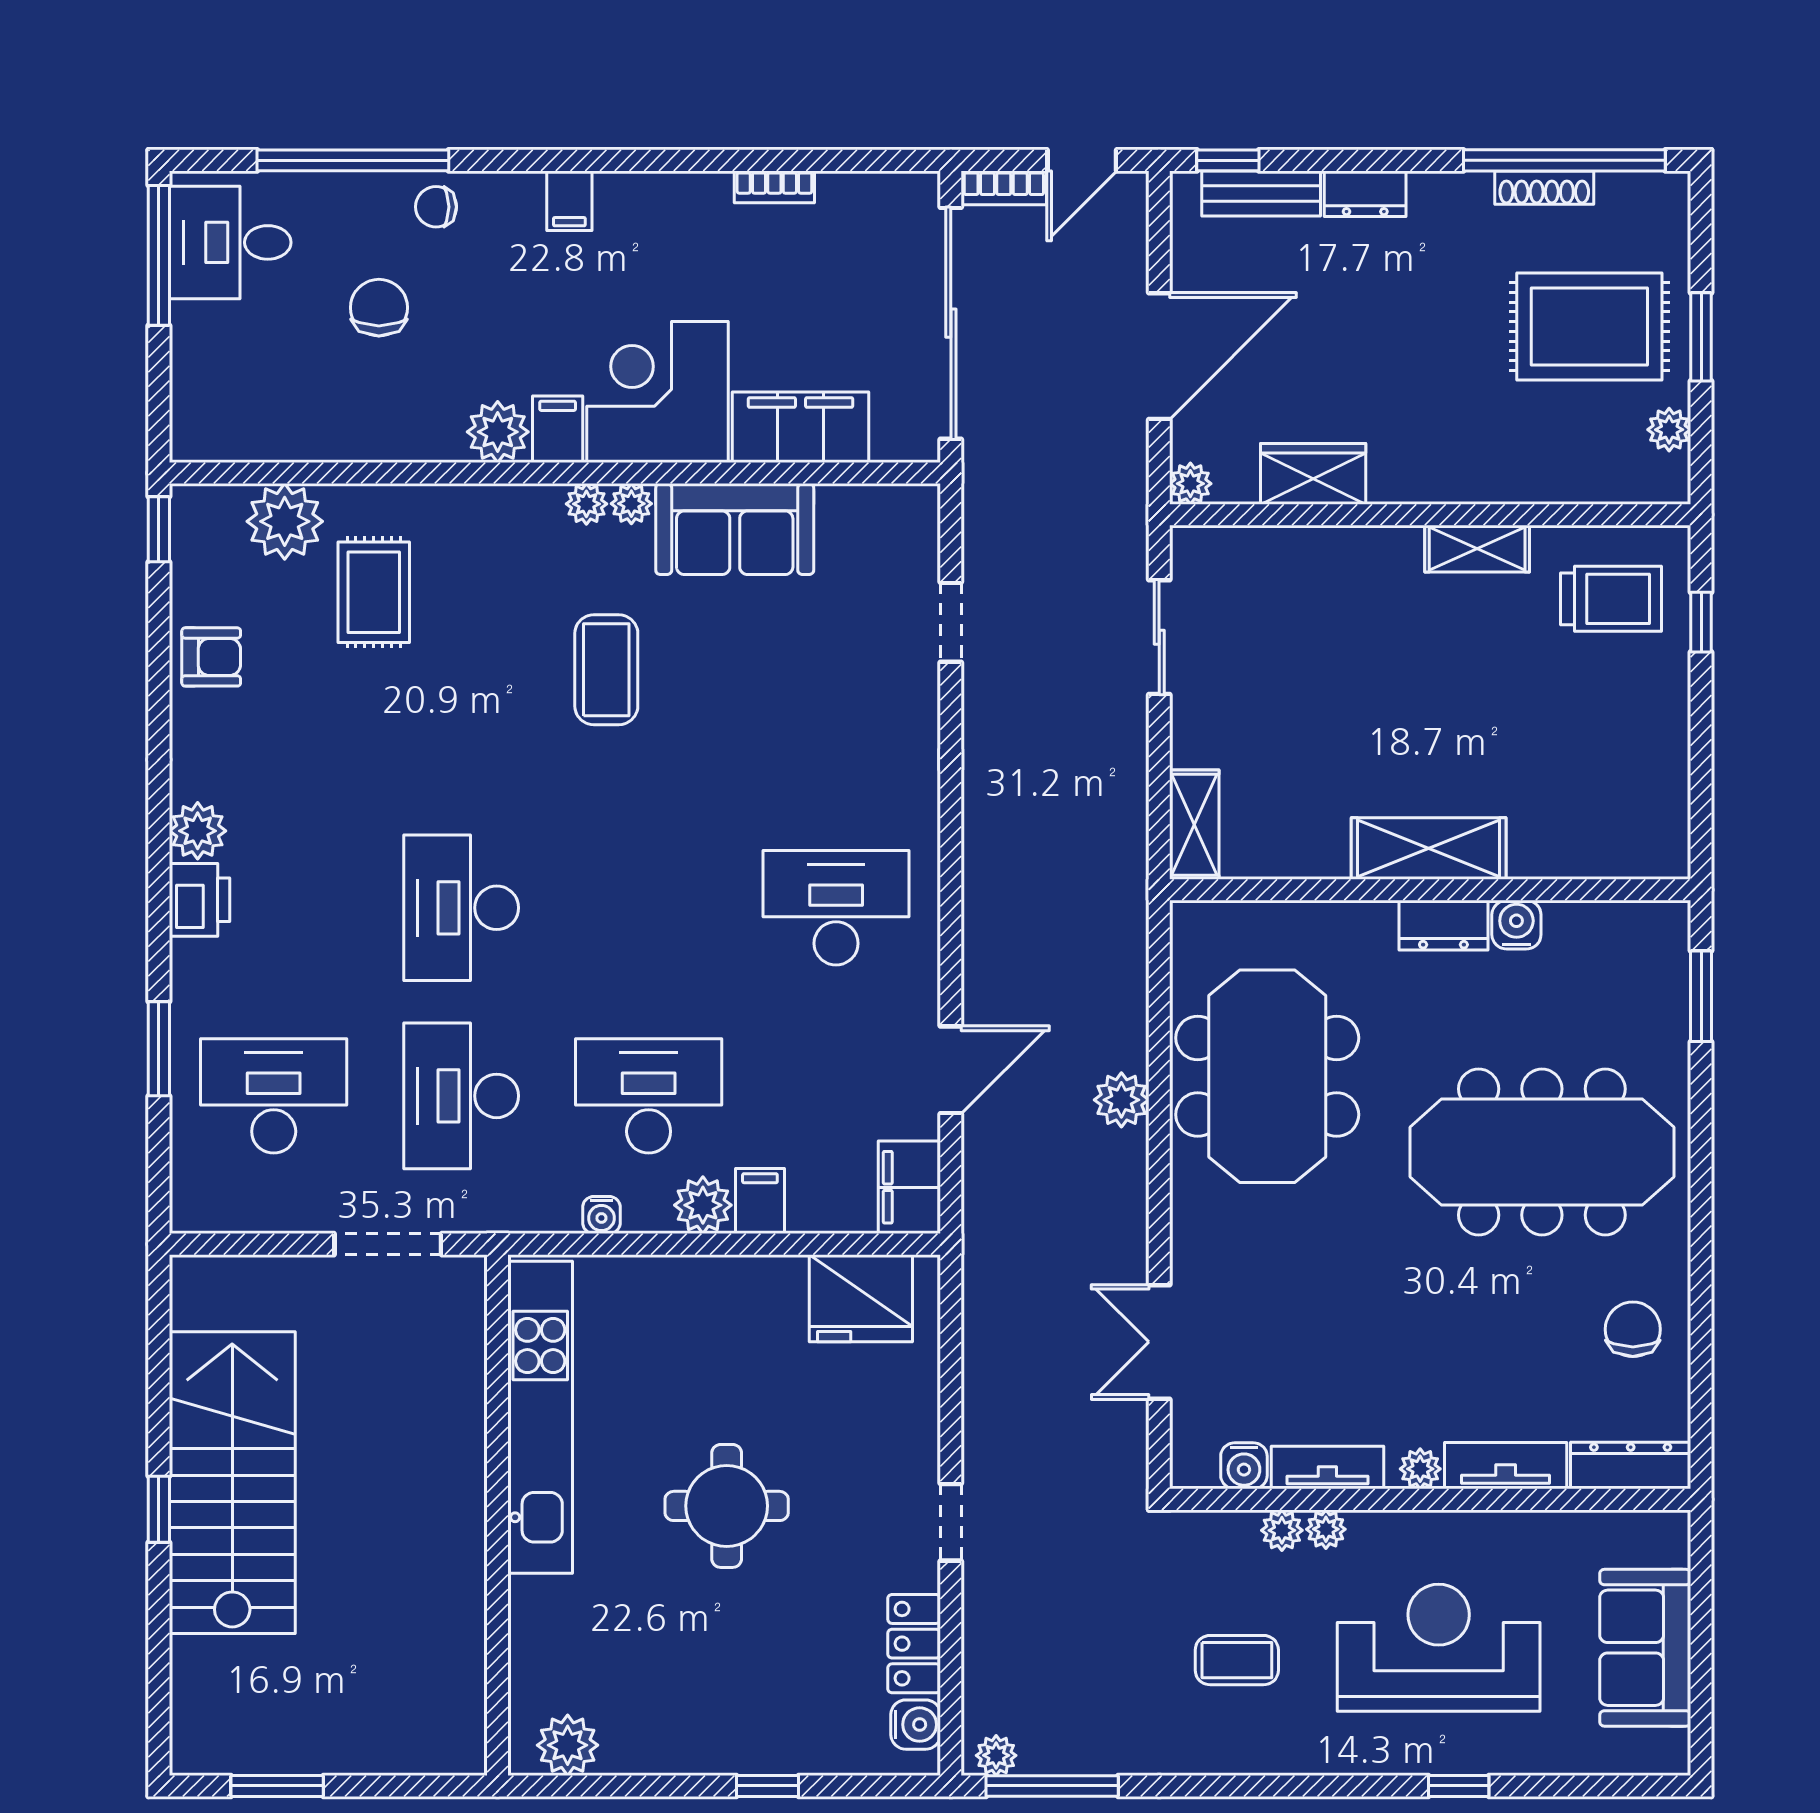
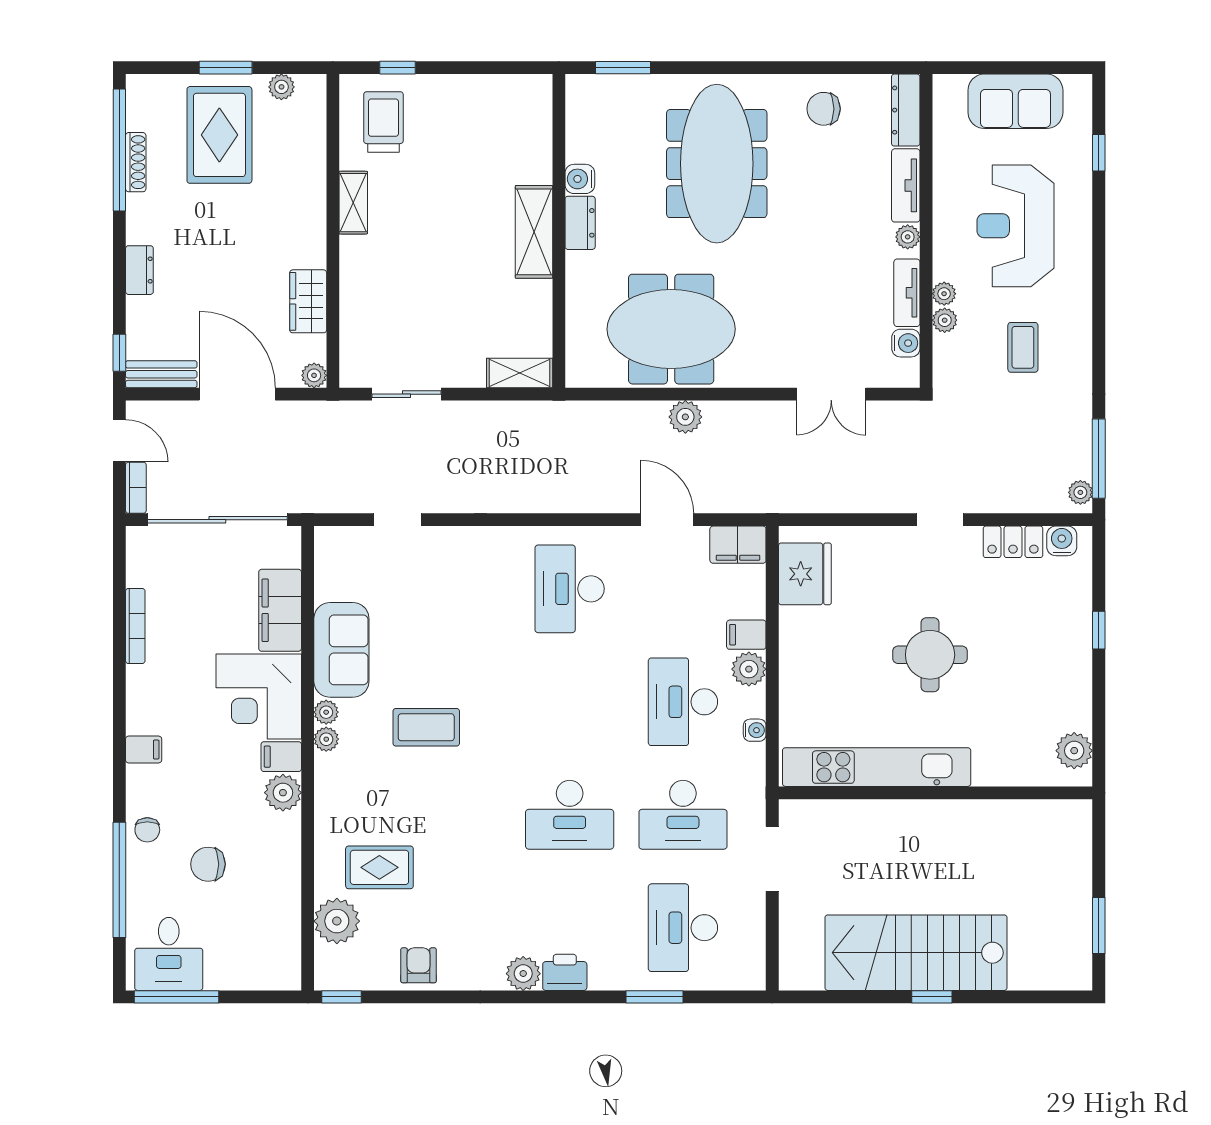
bookcase: (774, 187) -> (135, 626), width x1.56
bench: (1261, 193) -> (161, 374), moved, turned 90
window: (1459, 1786) -> (1099, 153), moved

